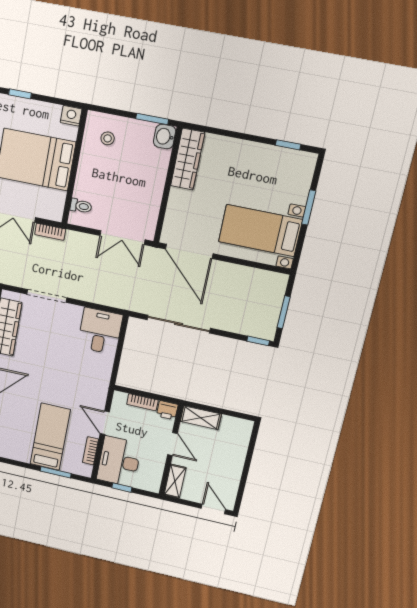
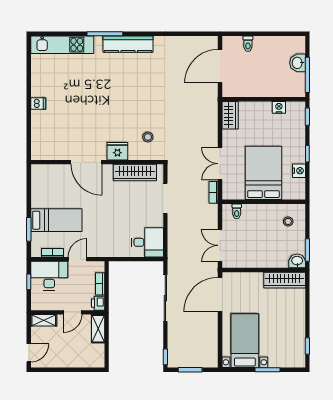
nightstand: (71, 116) -> (299, 171), moved

